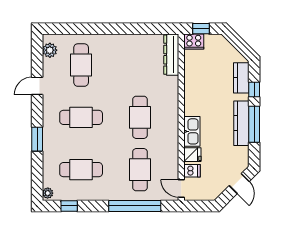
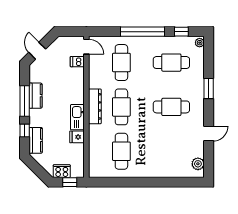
cooker: (194, 42) -> (62, 171), moved
dresser: (171, 55) -> (95, 106), moved
cafe table: (81, 65) -> (121, 151), moved
kitchen counter: (241, 123) -> (35, 96), width x0.67
kitchen sink: (192, 131) -> (77, 117), moved
fridge: (192, 155) -> (77, 137), moved
window: (135, 206) -> (142, 32), moved

